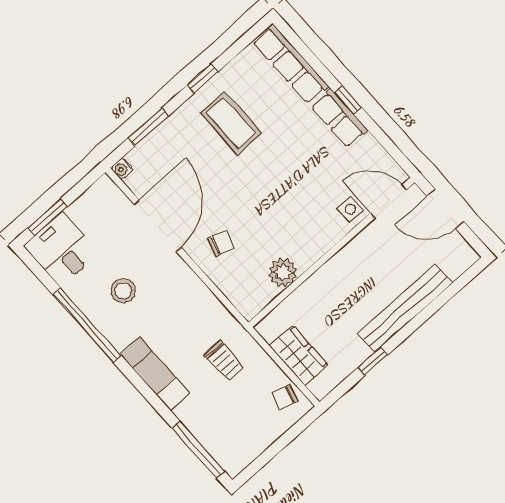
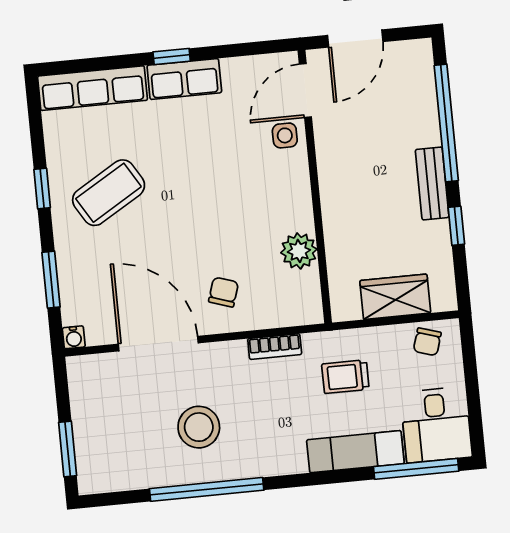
coffee table: (231, 123) -> (109, 193), turned -31
desk: (61, 249) -> (436, 425), moved, turned -90
stool: (123, 291) -> (199, 427), width x1.38, depth x1.38
bookcase: (210, 302) -> (275, 347), added
window: (434, 307) -> (446, 123), added
bench: (405, 308) -> (432, 183), width x0.54, depth x0.82
trolley: (224, 361) -> (345, 377), turned 180
exam couch: (155, 374) -> (355, 452), moved

